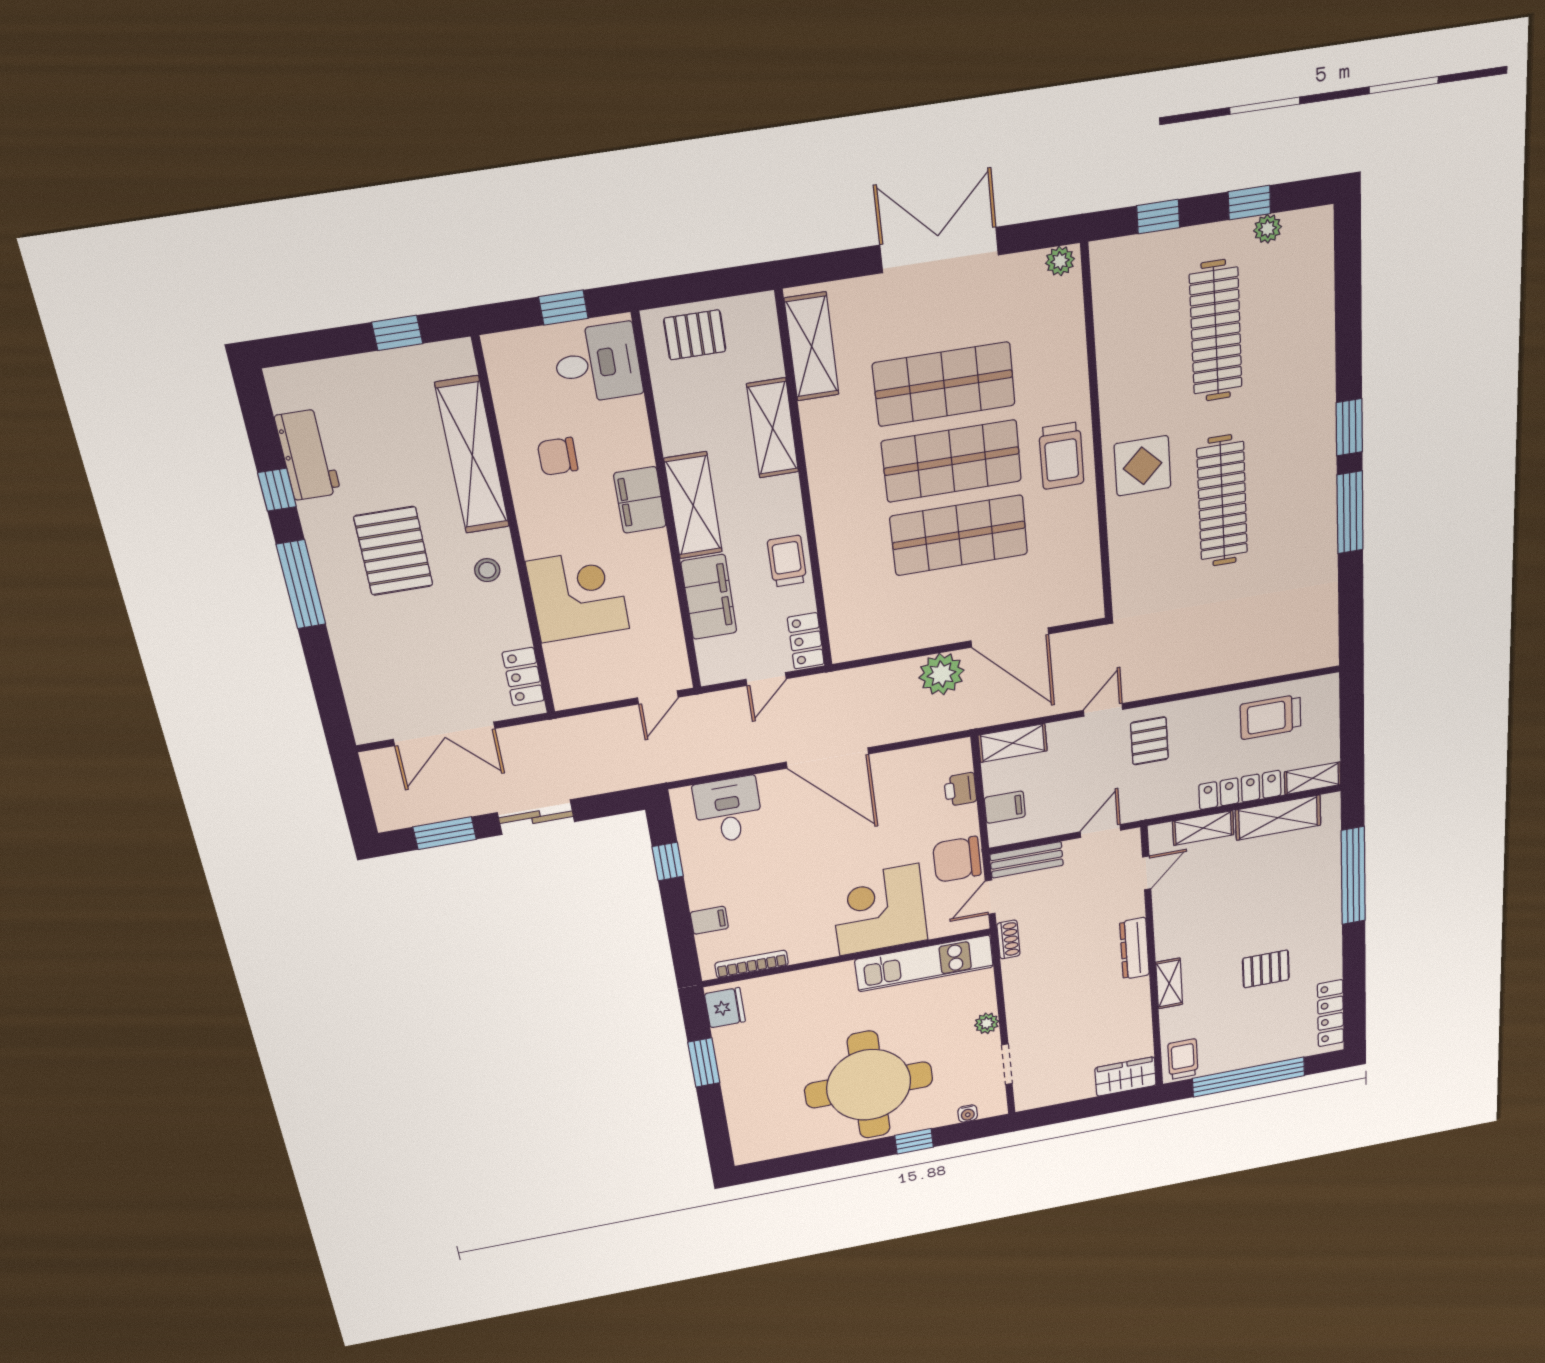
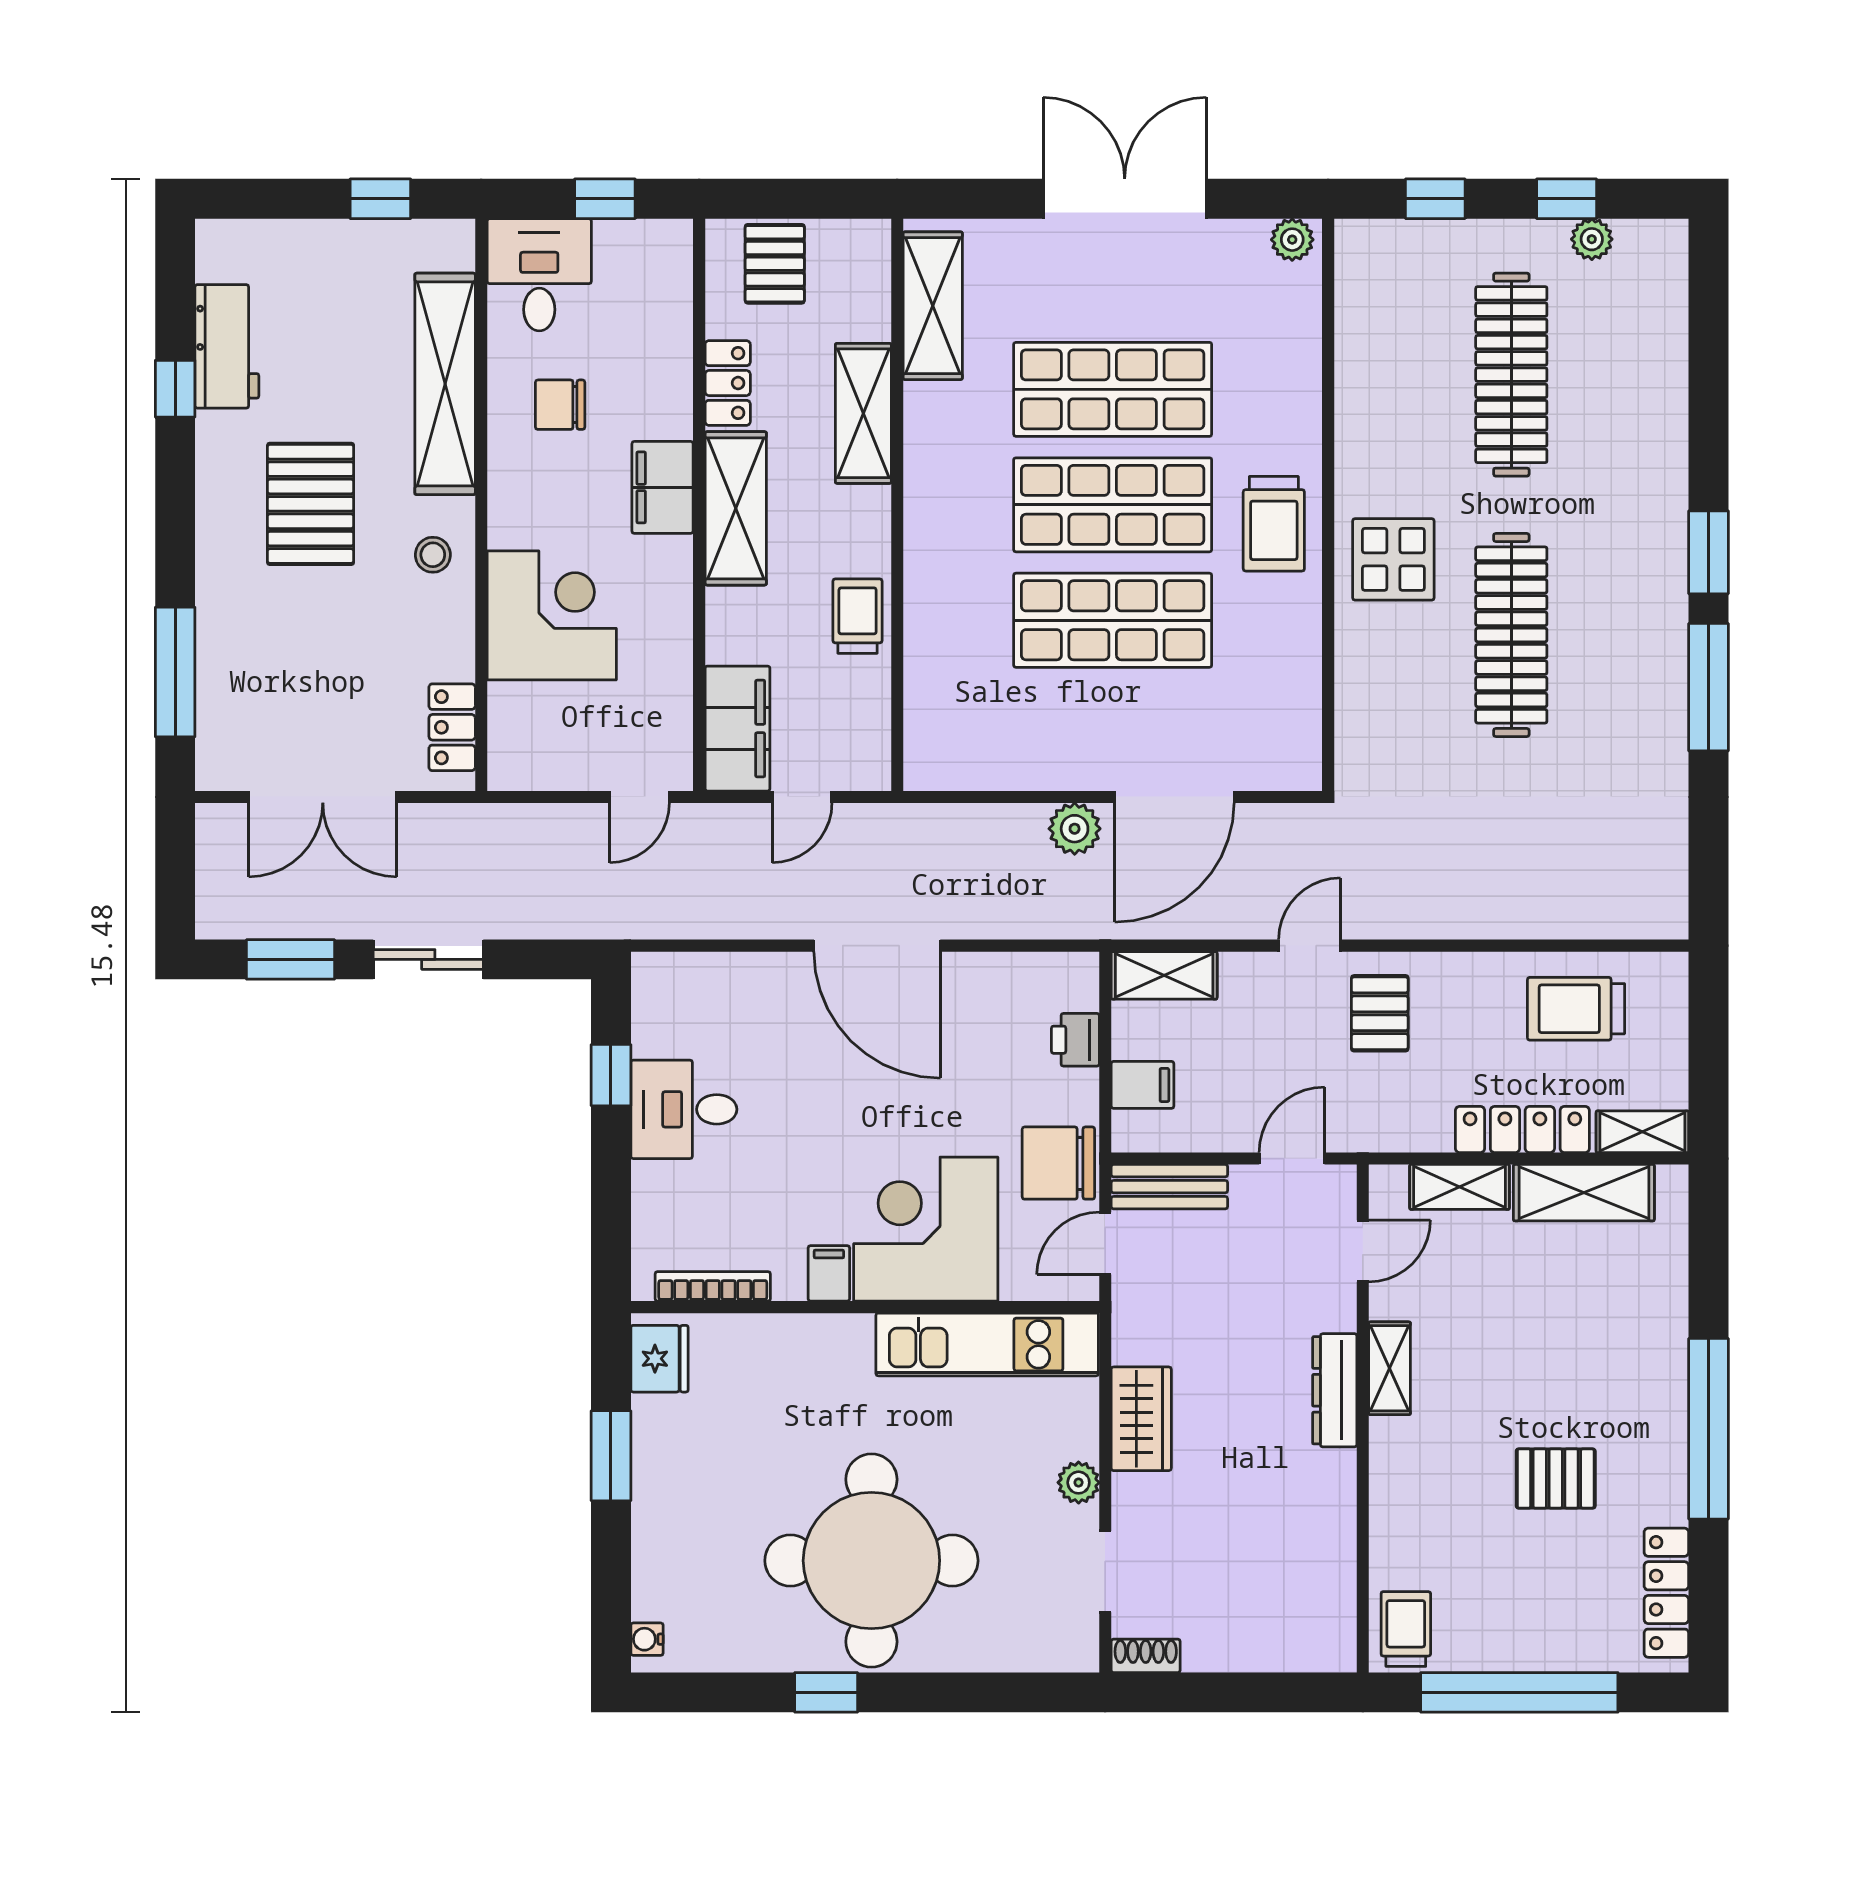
pallet: (695, 335) -> (775, 264), turned 90
desk: (598, 363) -> (539, 275), moved, turned -90
window: (301, 584) -> (175, 672), moved
filing cabinet: (709, 597) -> (737, 729), moved
door: (1010, 637) -> (1174, 797), hinge flipped
locker: (806, 641) -> (728, 383), moved, turned 180
plant: (941, 674) -> (1075, 829), width x0.73, depth x0.73
desk: (728, 810) -> (684, 1109), moved, turned -90
window: (1353, 876) -> (1708, 1429), moved
filing cabinet: (709, 920) -> (829, 1273), moved, turned -90
shoe rack: (1008, 939) -> (1146, 1656), moved, turned -90
shelving: (1169, 983) -> (1390, 1368), moved
wardrobe: (1126, 1077) -> (1141, 1419), moved, turned 90
water cooler: (968, 1113) -> (647, 1639), moved, turned 90
window: (914, 1141) -> (826, 1692), moved

